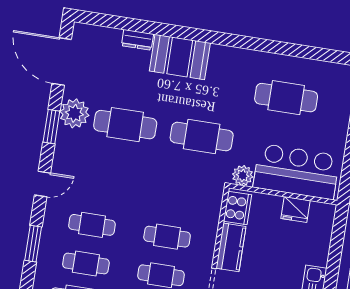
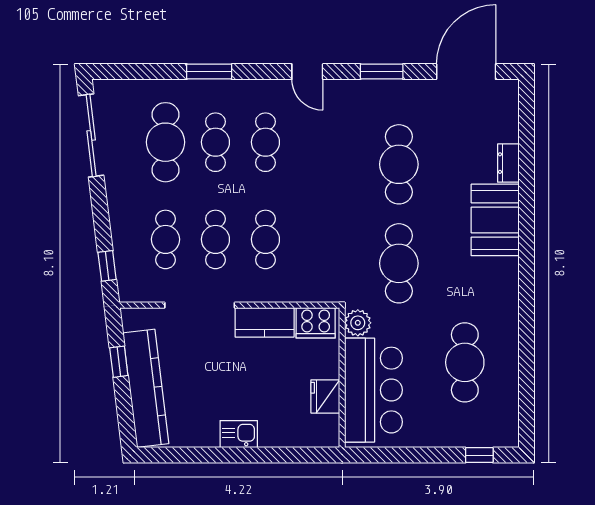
plant: (74, 113) -> (403, 98), removed
window: (33, 244) -> (209, 72), moved

